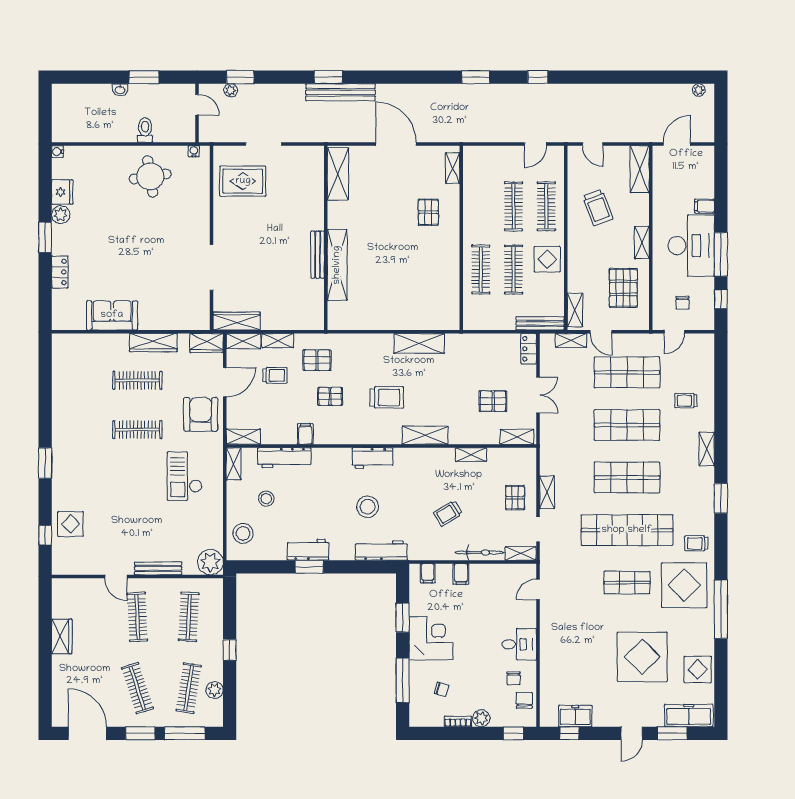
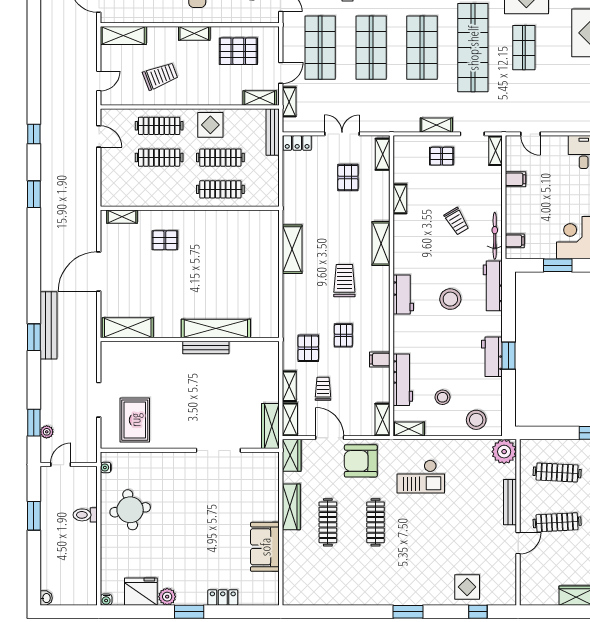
washbasin: (120, 90) -> (46, 598), moved
fridge: (62, 192) -> (141, 592), width x1.36, depth x1.34
bicycle: (480, 553) -> (495, 236), moved
filing cabinet: (461, 574) -> (516, 179), moved

